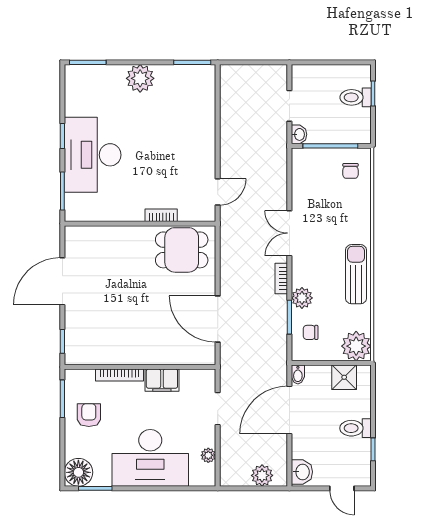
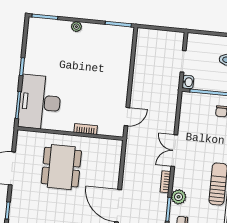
plant: (140, 78) -> (76, 27), width x0.53, depth x0.53
desk: (93, 155) -> (40, 102), moved
dining table: (182, 250) -> (61, 167), moved, width x1.38

